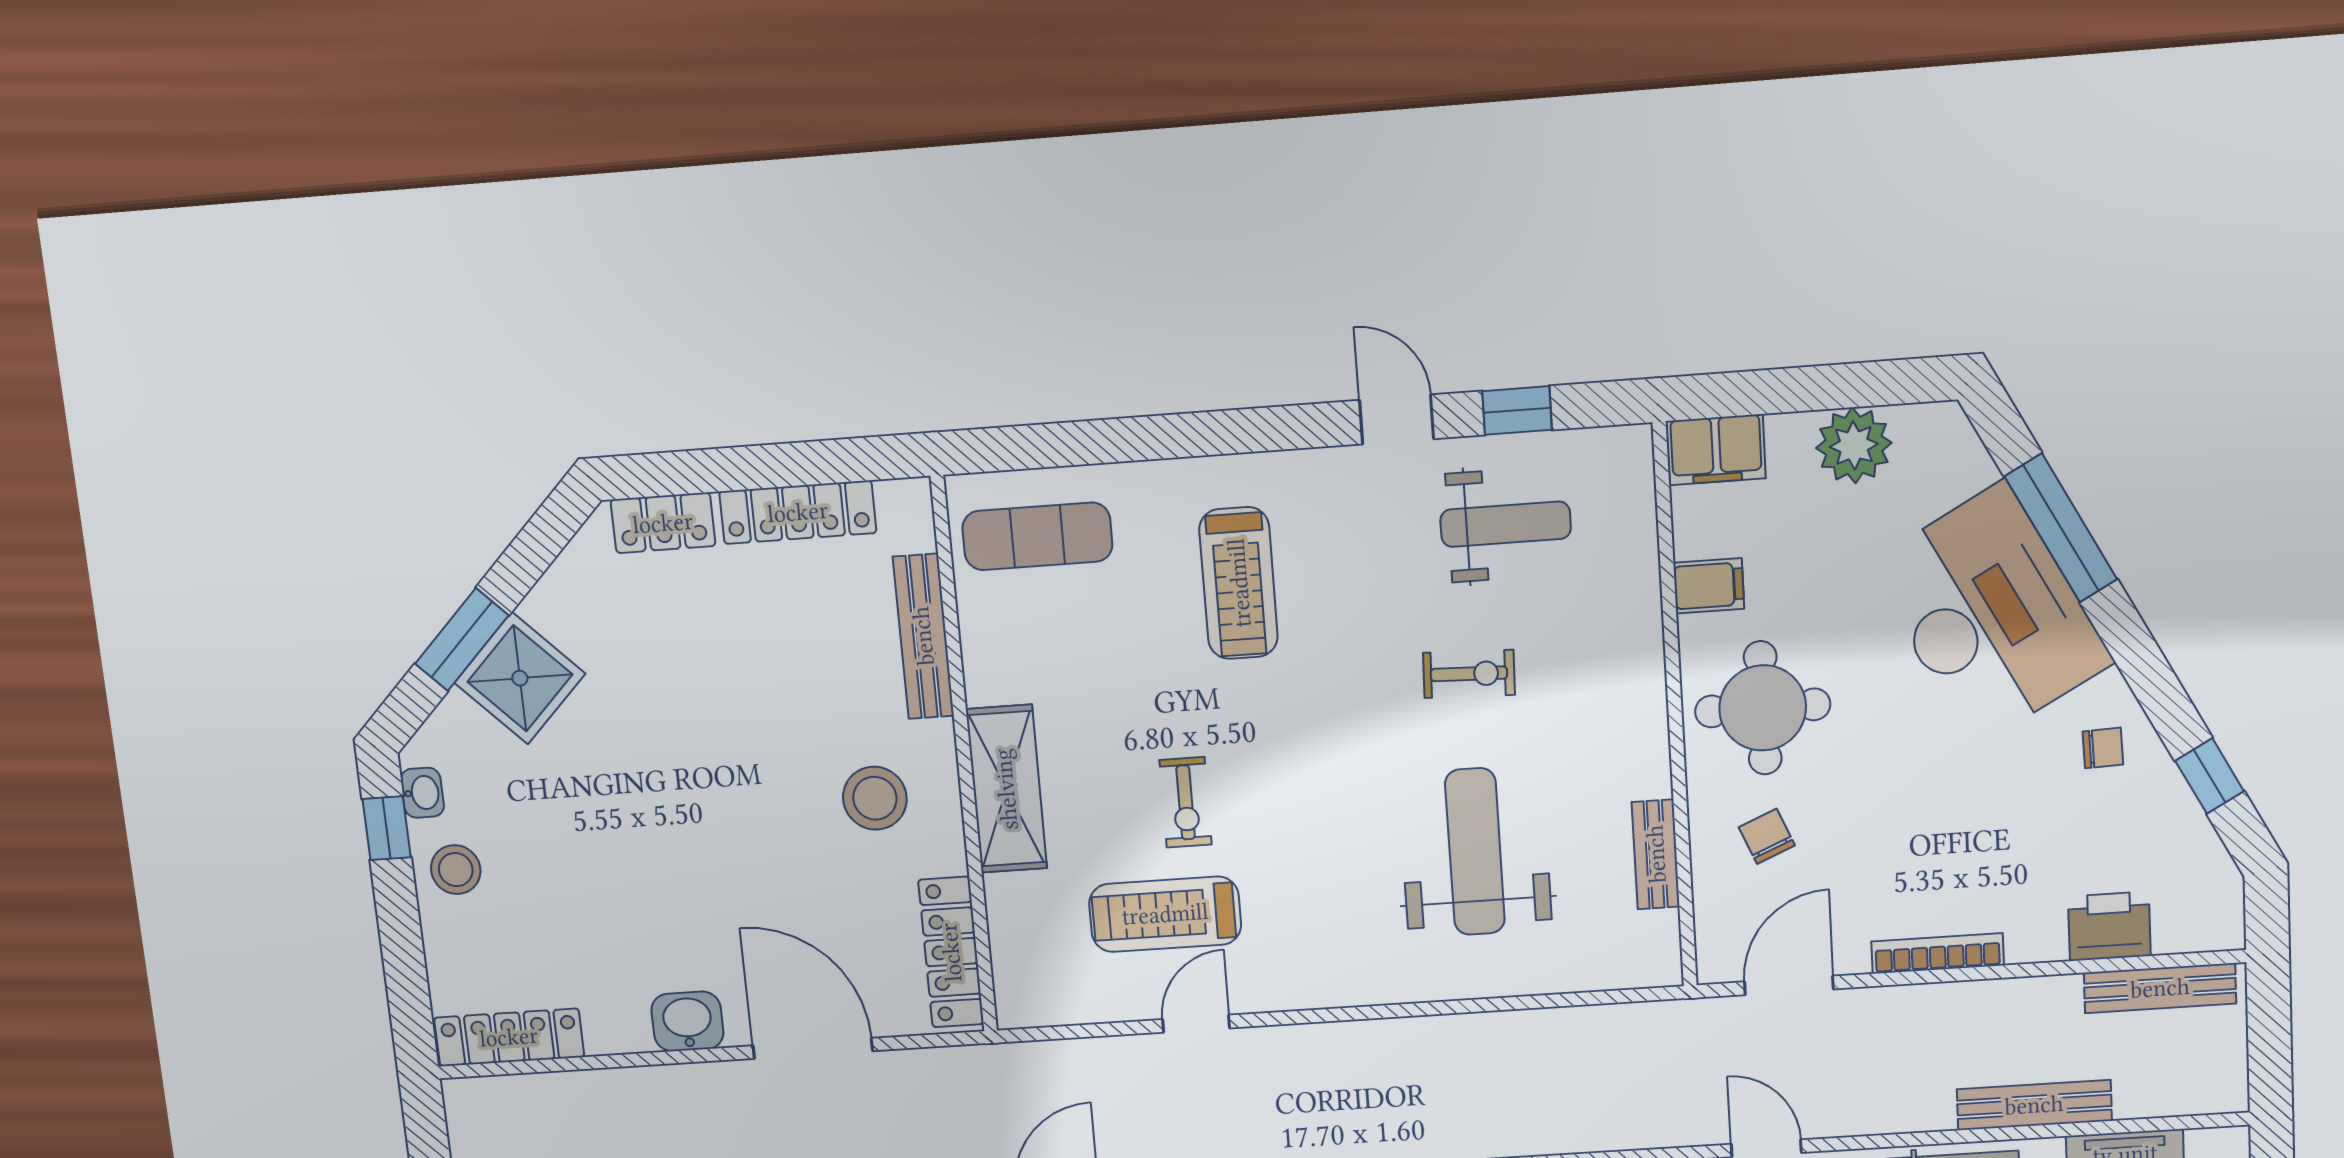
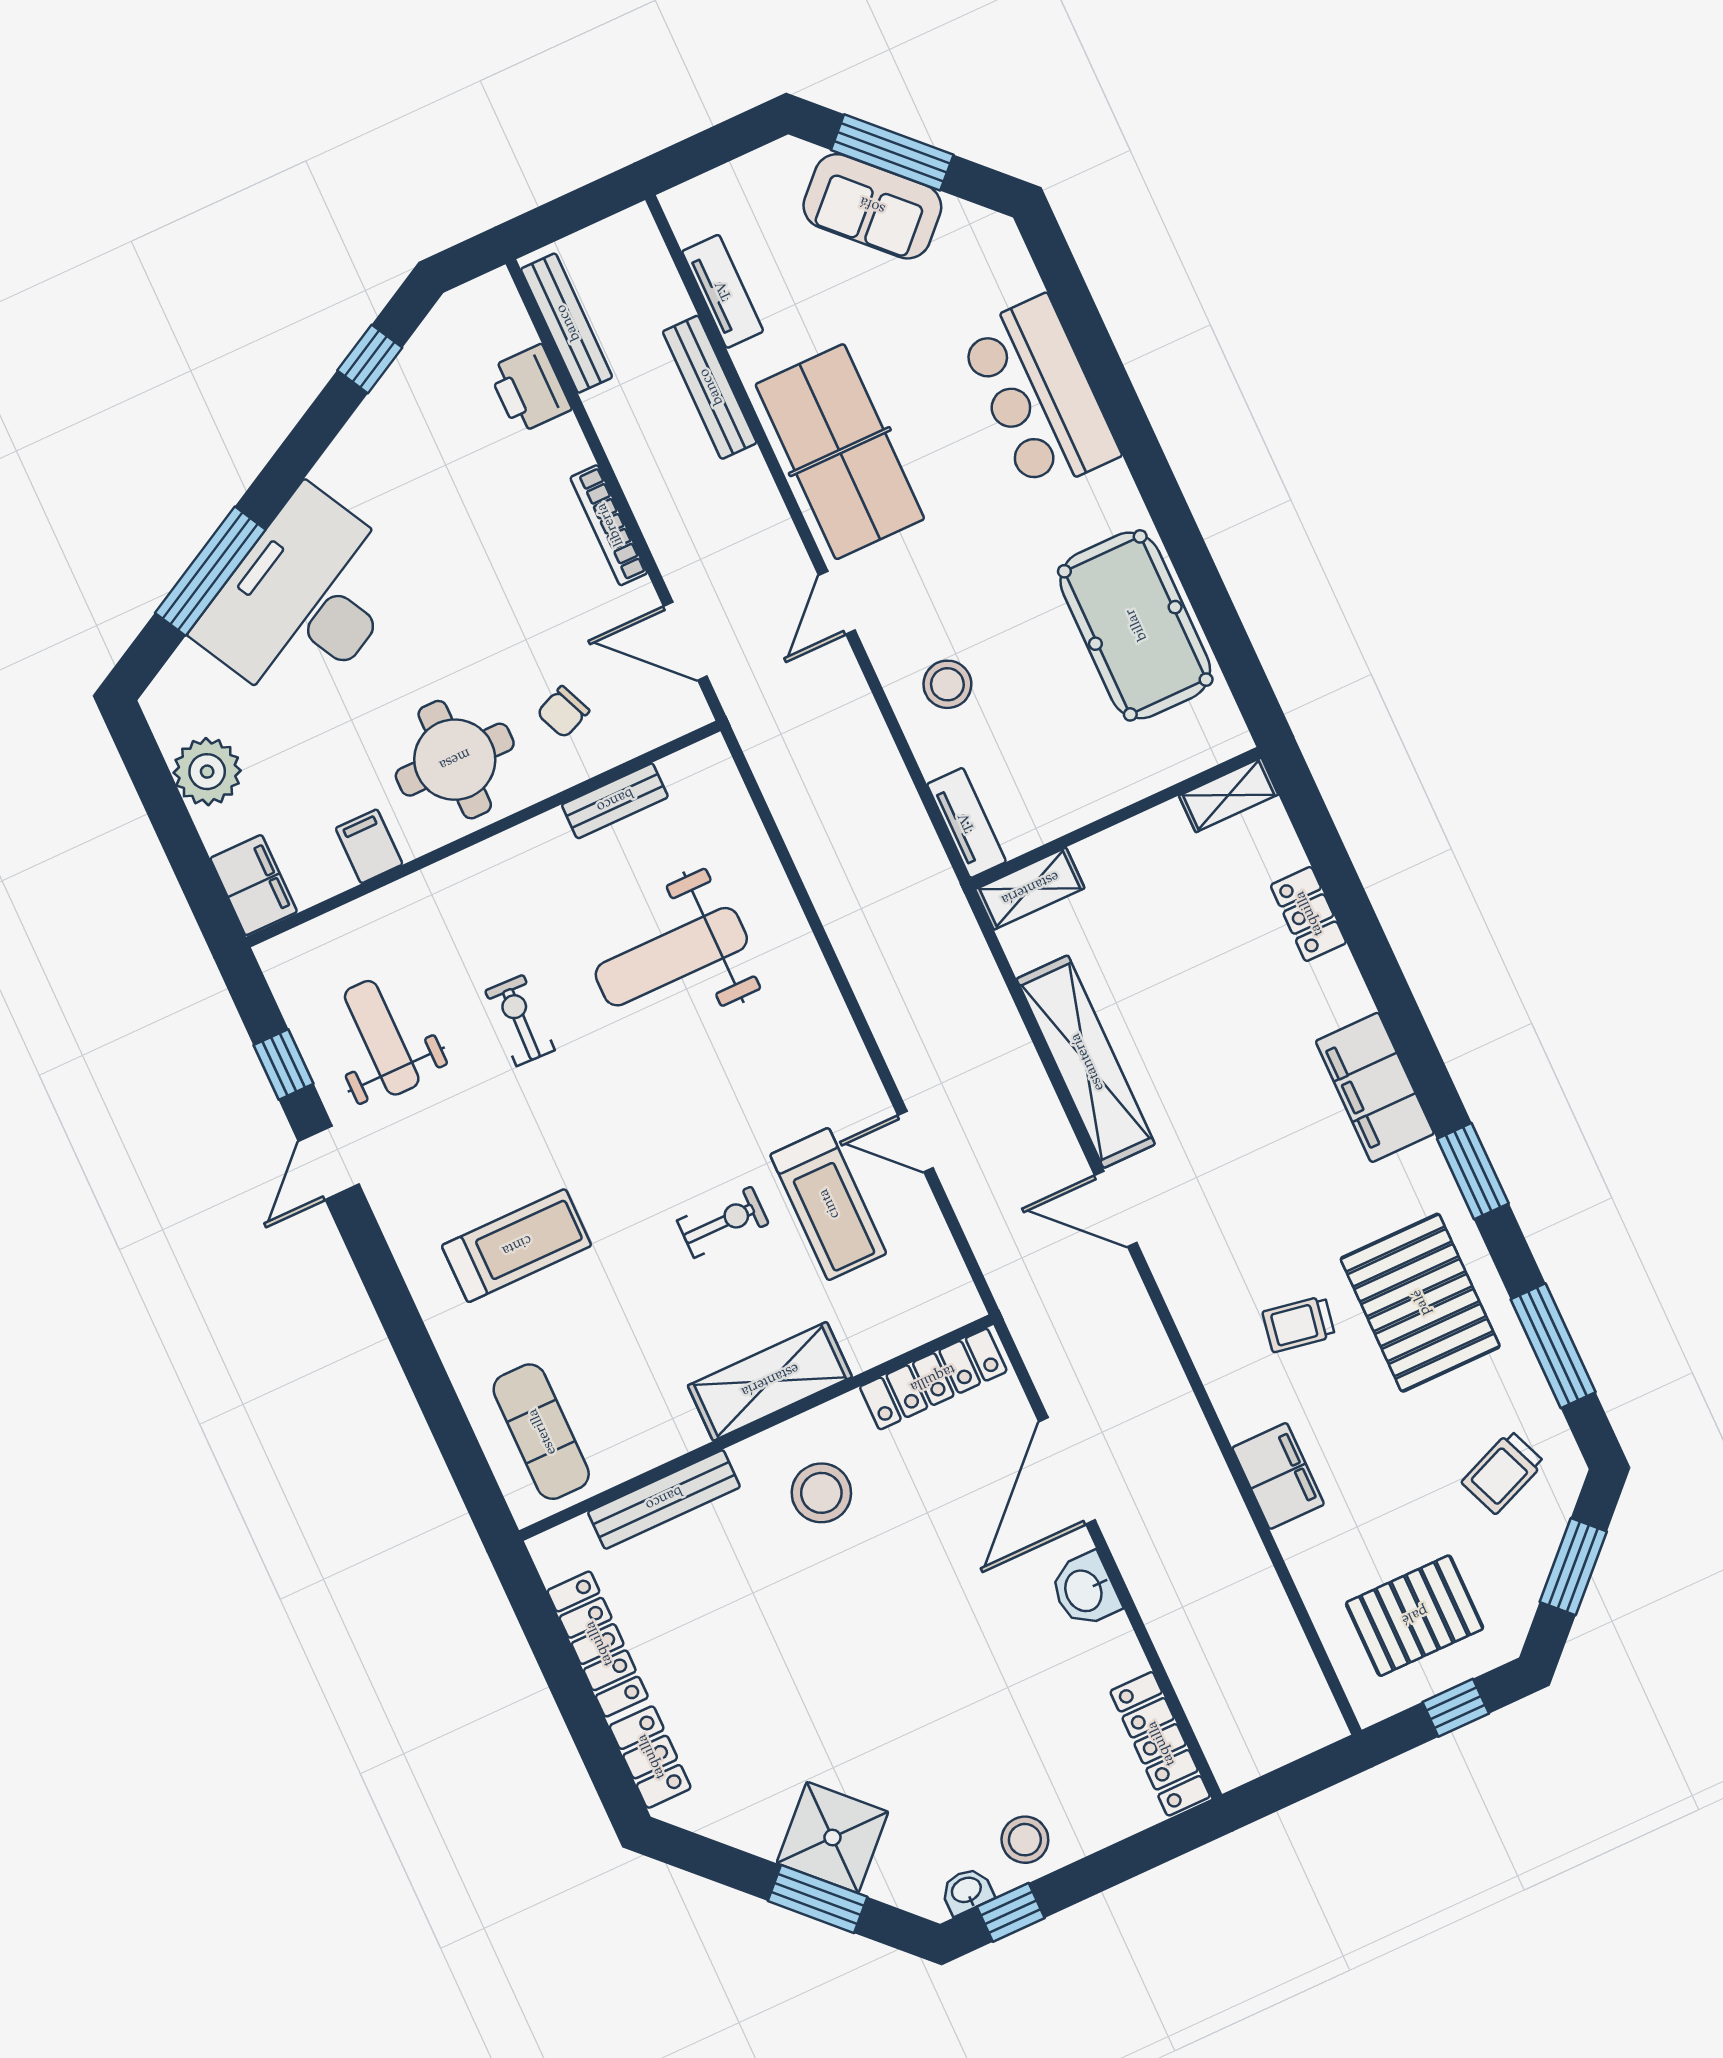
chair: (2103, 748) -> (380, 459), removed

